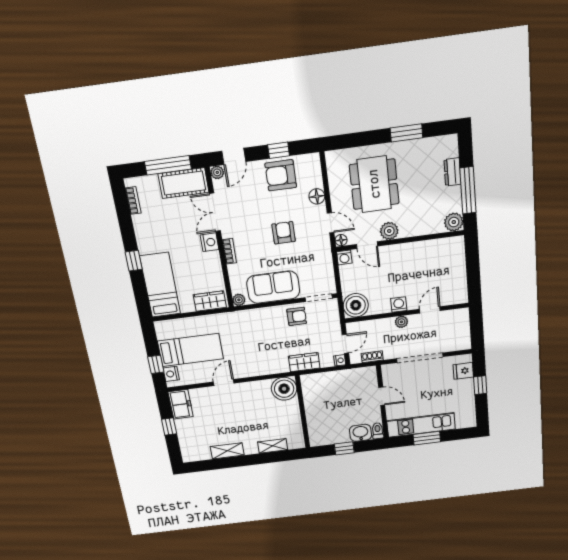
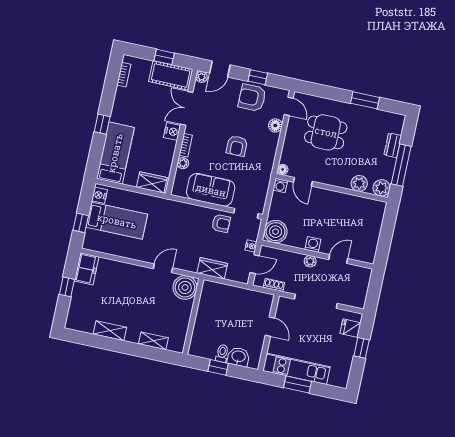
window: (168, 165) -> (164, 57), width x0.46
dining table: (374, 184) -> (326, 132), width x0.73
door: (331, 223) -> (289, 106), moved
plant: (389, 231) -> (359, 183), moved
armchair: (284, 233) -> (237, 146), turned 180
plant: (239, 300) -> (183, 163), moved
nightstand: (340, 360) -> (251, 246), moved
nightstand: (171, 374) -> (99, 195), moved
door: (224, 382) -> (163, 268), moved
toilet: (378, 431) -> (222, 353), moved

